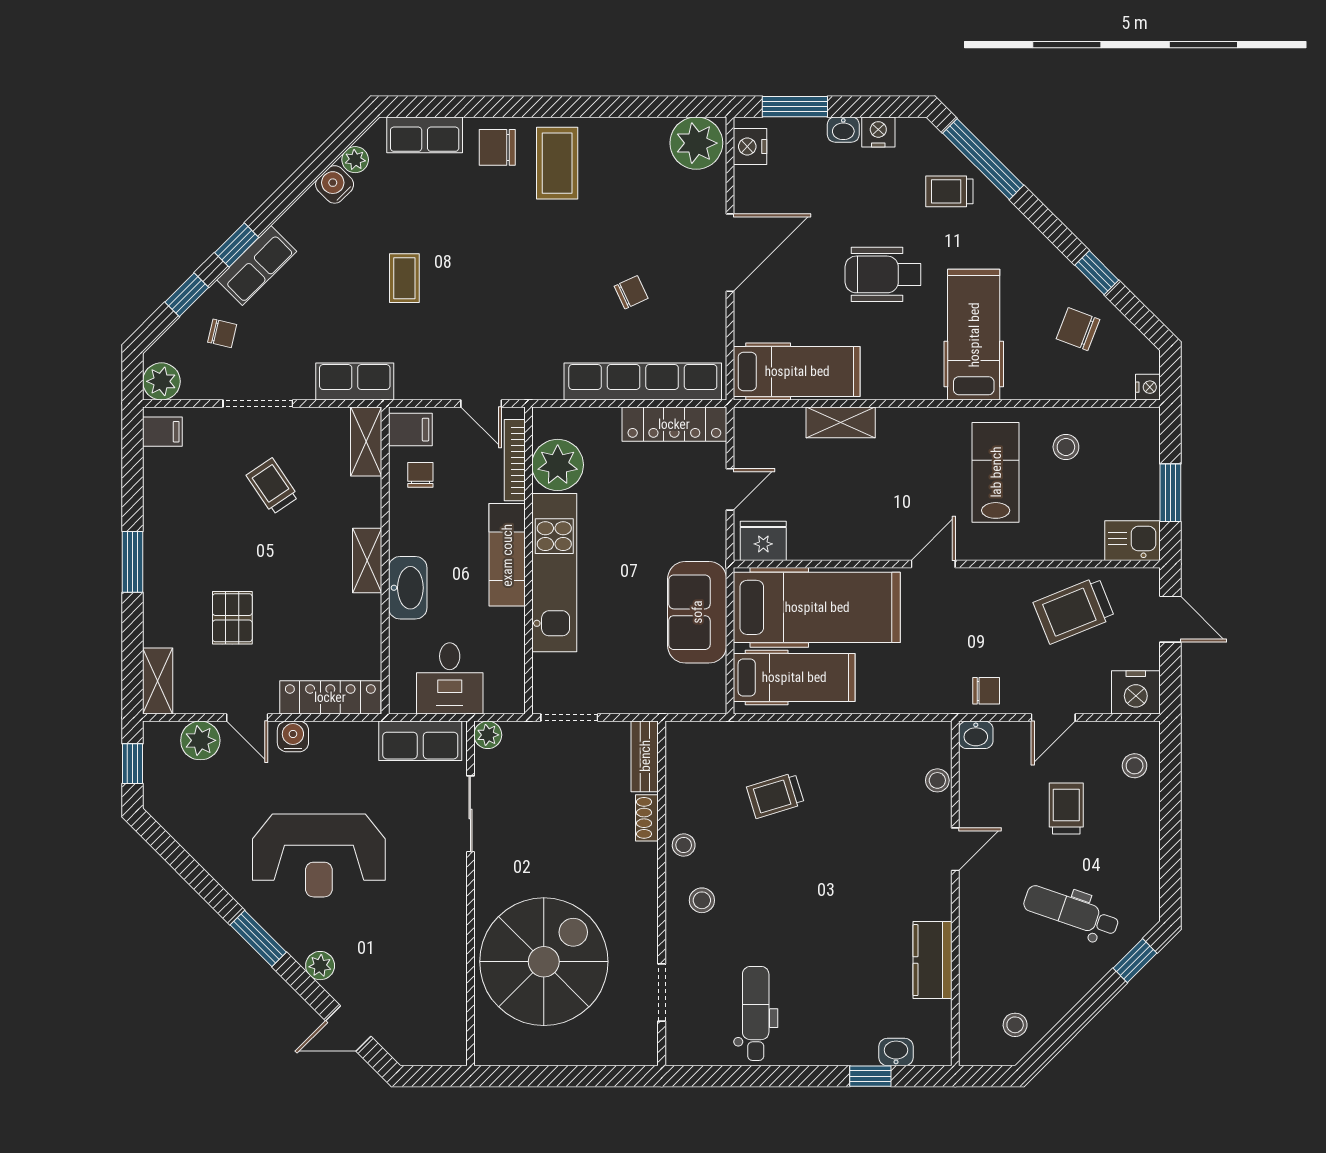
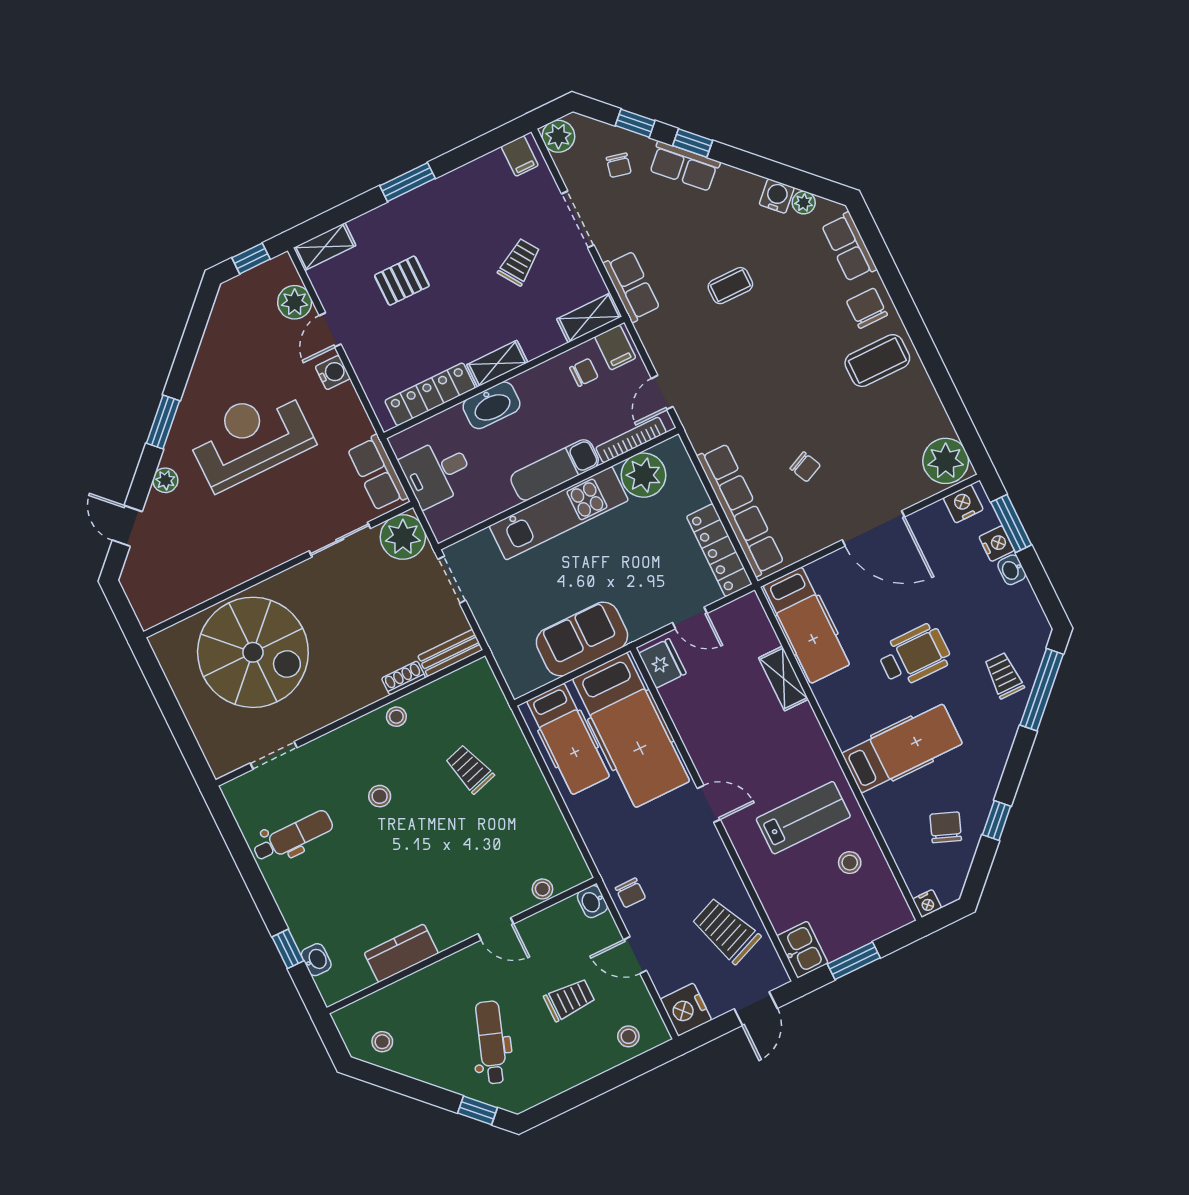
nightstand: (878, 132) -> (997, 544), moved
wheelchair: (883, 274) -> (914, 655), turned 90
locker: (330, 697) -> (430, 394), moved, turned -90
plant: (488, 735) -> (403, 537), width x1.88, depth x1.88
reception desk: (319, 855) -> (250, 438), turned 90
stool: (702, 900) -> (380, 796), moved

